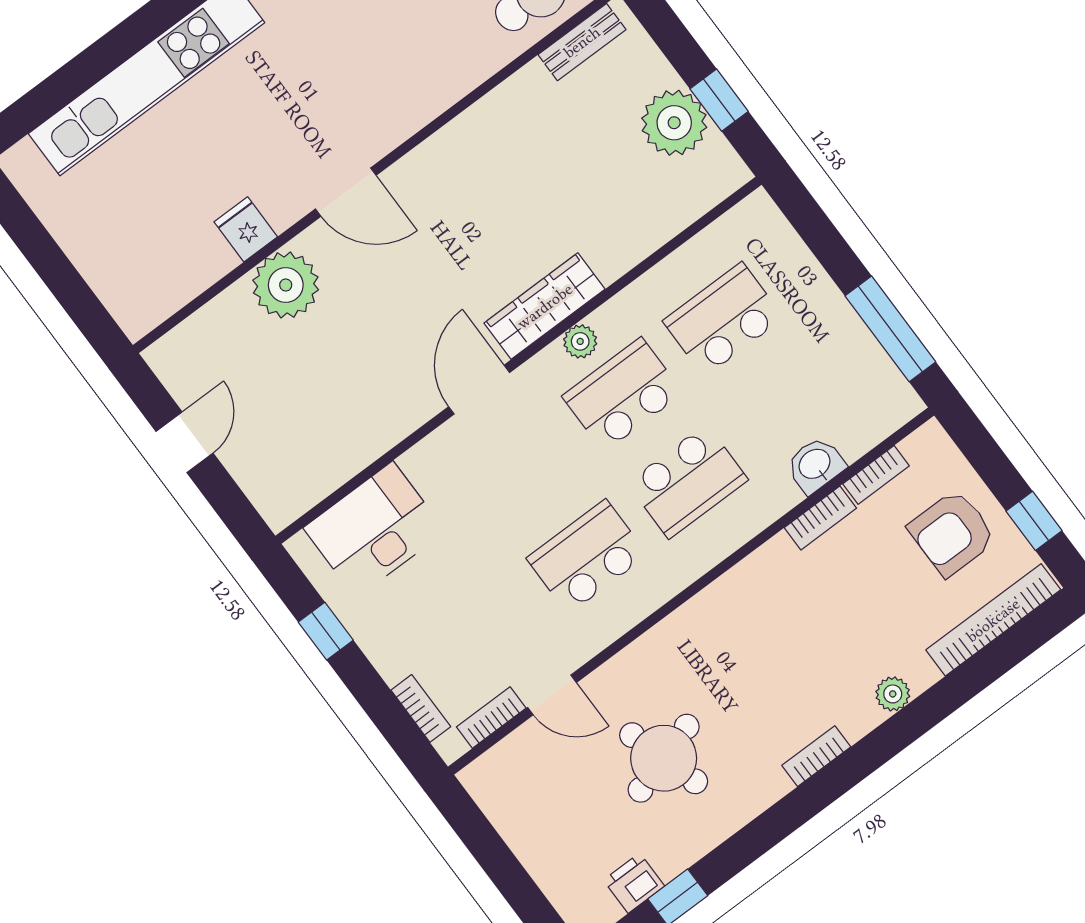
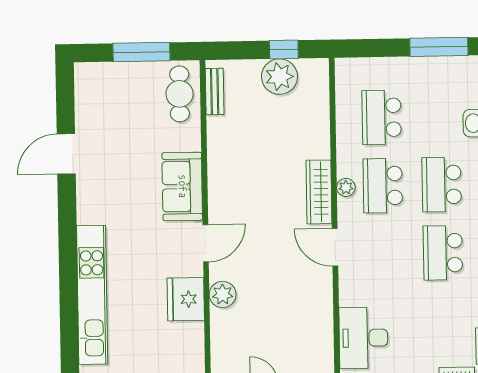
sofa: (405, 96) -> (182, 186), added
fridge: (246, 229) -> (186, 299), width x1.88, depth x1.34
plant: (286, 285) -> (223, 294), width x0.73, depth x0.73
school desk: (688, 481) -> (442, 185), turned 180

